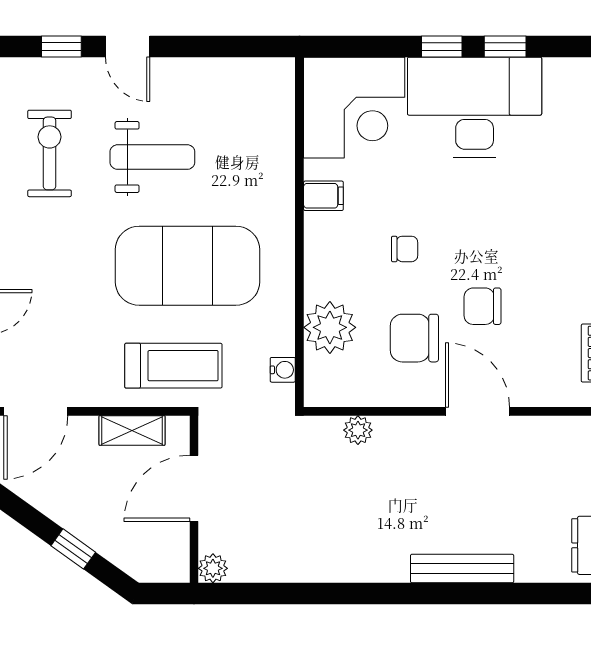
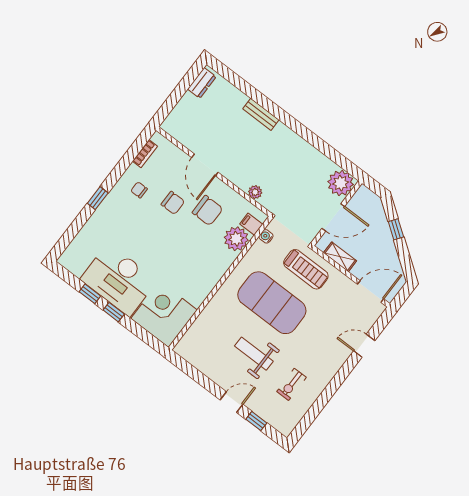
door: (128, 46) -> (231, 402), hinge flipped
exercise bike: (50, 153) -> (291, 384), width x0.73, depth x0.72
filing cabinet: (323, 196) -> (251, 224), moved
chair: (405, 249) -> (139, 190), moved
treadmill: (173, 366) -> (306, 269), turned 180
plant: (213, 568) -> (341, 183), width x1.87, depth x1.87
bench: (462, 569) -> (261, 114), width x0.73

